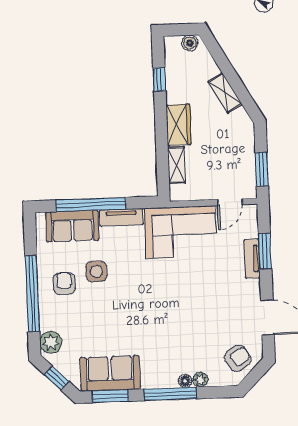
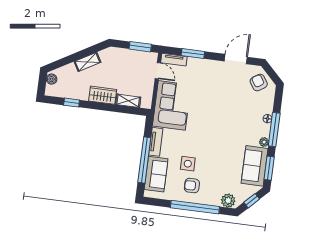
tv unit: (252, 259) -> (174, 60), moved
plant: (201, 380) -> (264, 142), moved

